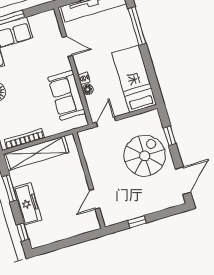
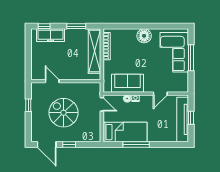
window: (137, 26) -> (136, 144), moved
window: (170, 136) -> (69, 144), moved
spiral stairs: (145, 156) -> (63, 113), moved, turned 180
freezer: (28, 204) -> (51, 35), moved

